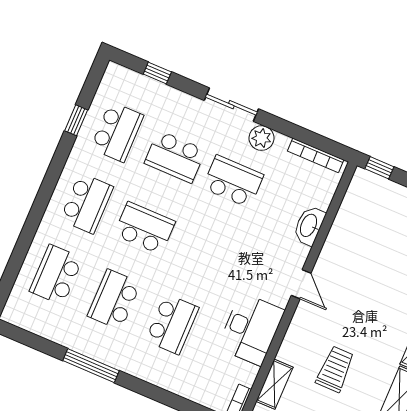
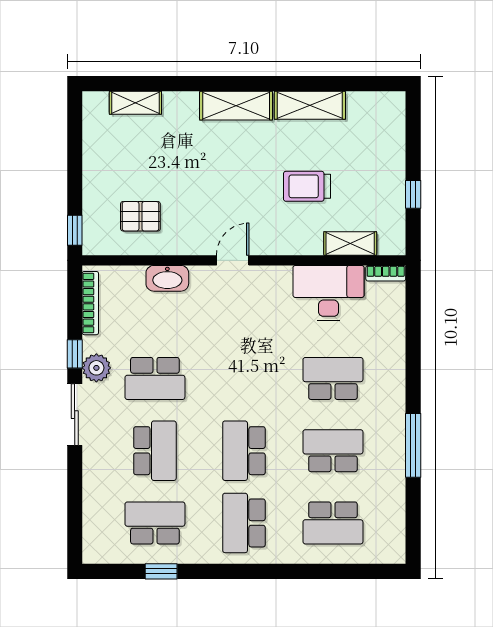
window: (157, 73) -> (75, 354), moved
school desk: (233, 181) -> (155, 378), turned -90
school desk: (87, 203) -> (244, 523), turned -90
pallet: (368, 225) -> (140, 216), added
school desk: (114, 299) -> (333, 451), turned 180
desk: (251, 329) -> (328, 293), moved

